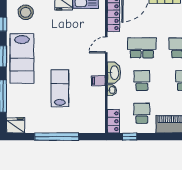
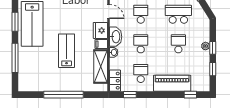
door: (106, 45) -> (109, 12), swing flipped
school desk: (142, 48) -> (141, 14), width x0.54
shelving: (98, 106) -> (101, 66), added
fridge: (16, 125) -> (100, 30), moved, turned -90

